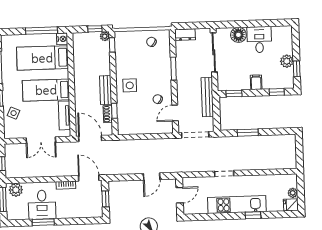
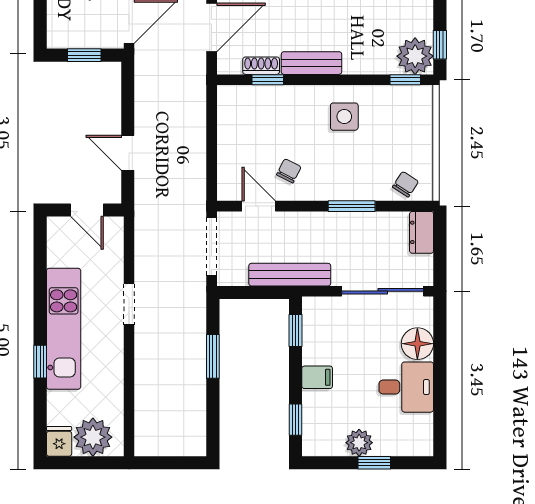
plant: (105, 36) -> (415, 56), width x1.88, depth x1.88
chair: (151, 42) -> (405, 184), moved
window: (297, 69) -> (374, 463), moved
side table: (130, 85) -> (344, 117), moved
plant: (293, 193) -> (93, 437), width x1.88, depth x1.88

